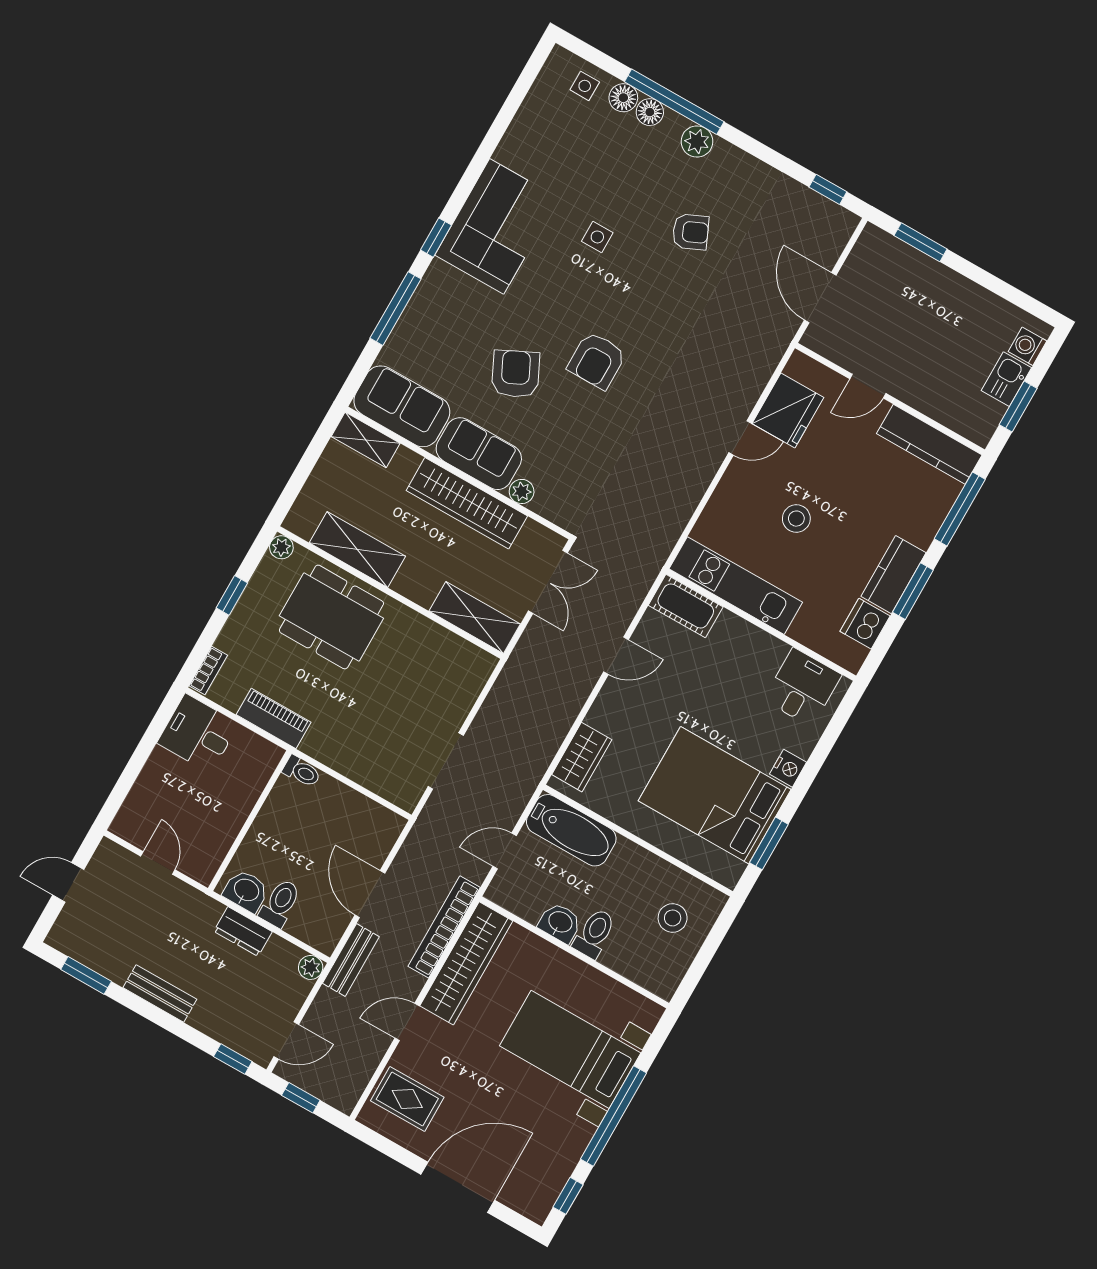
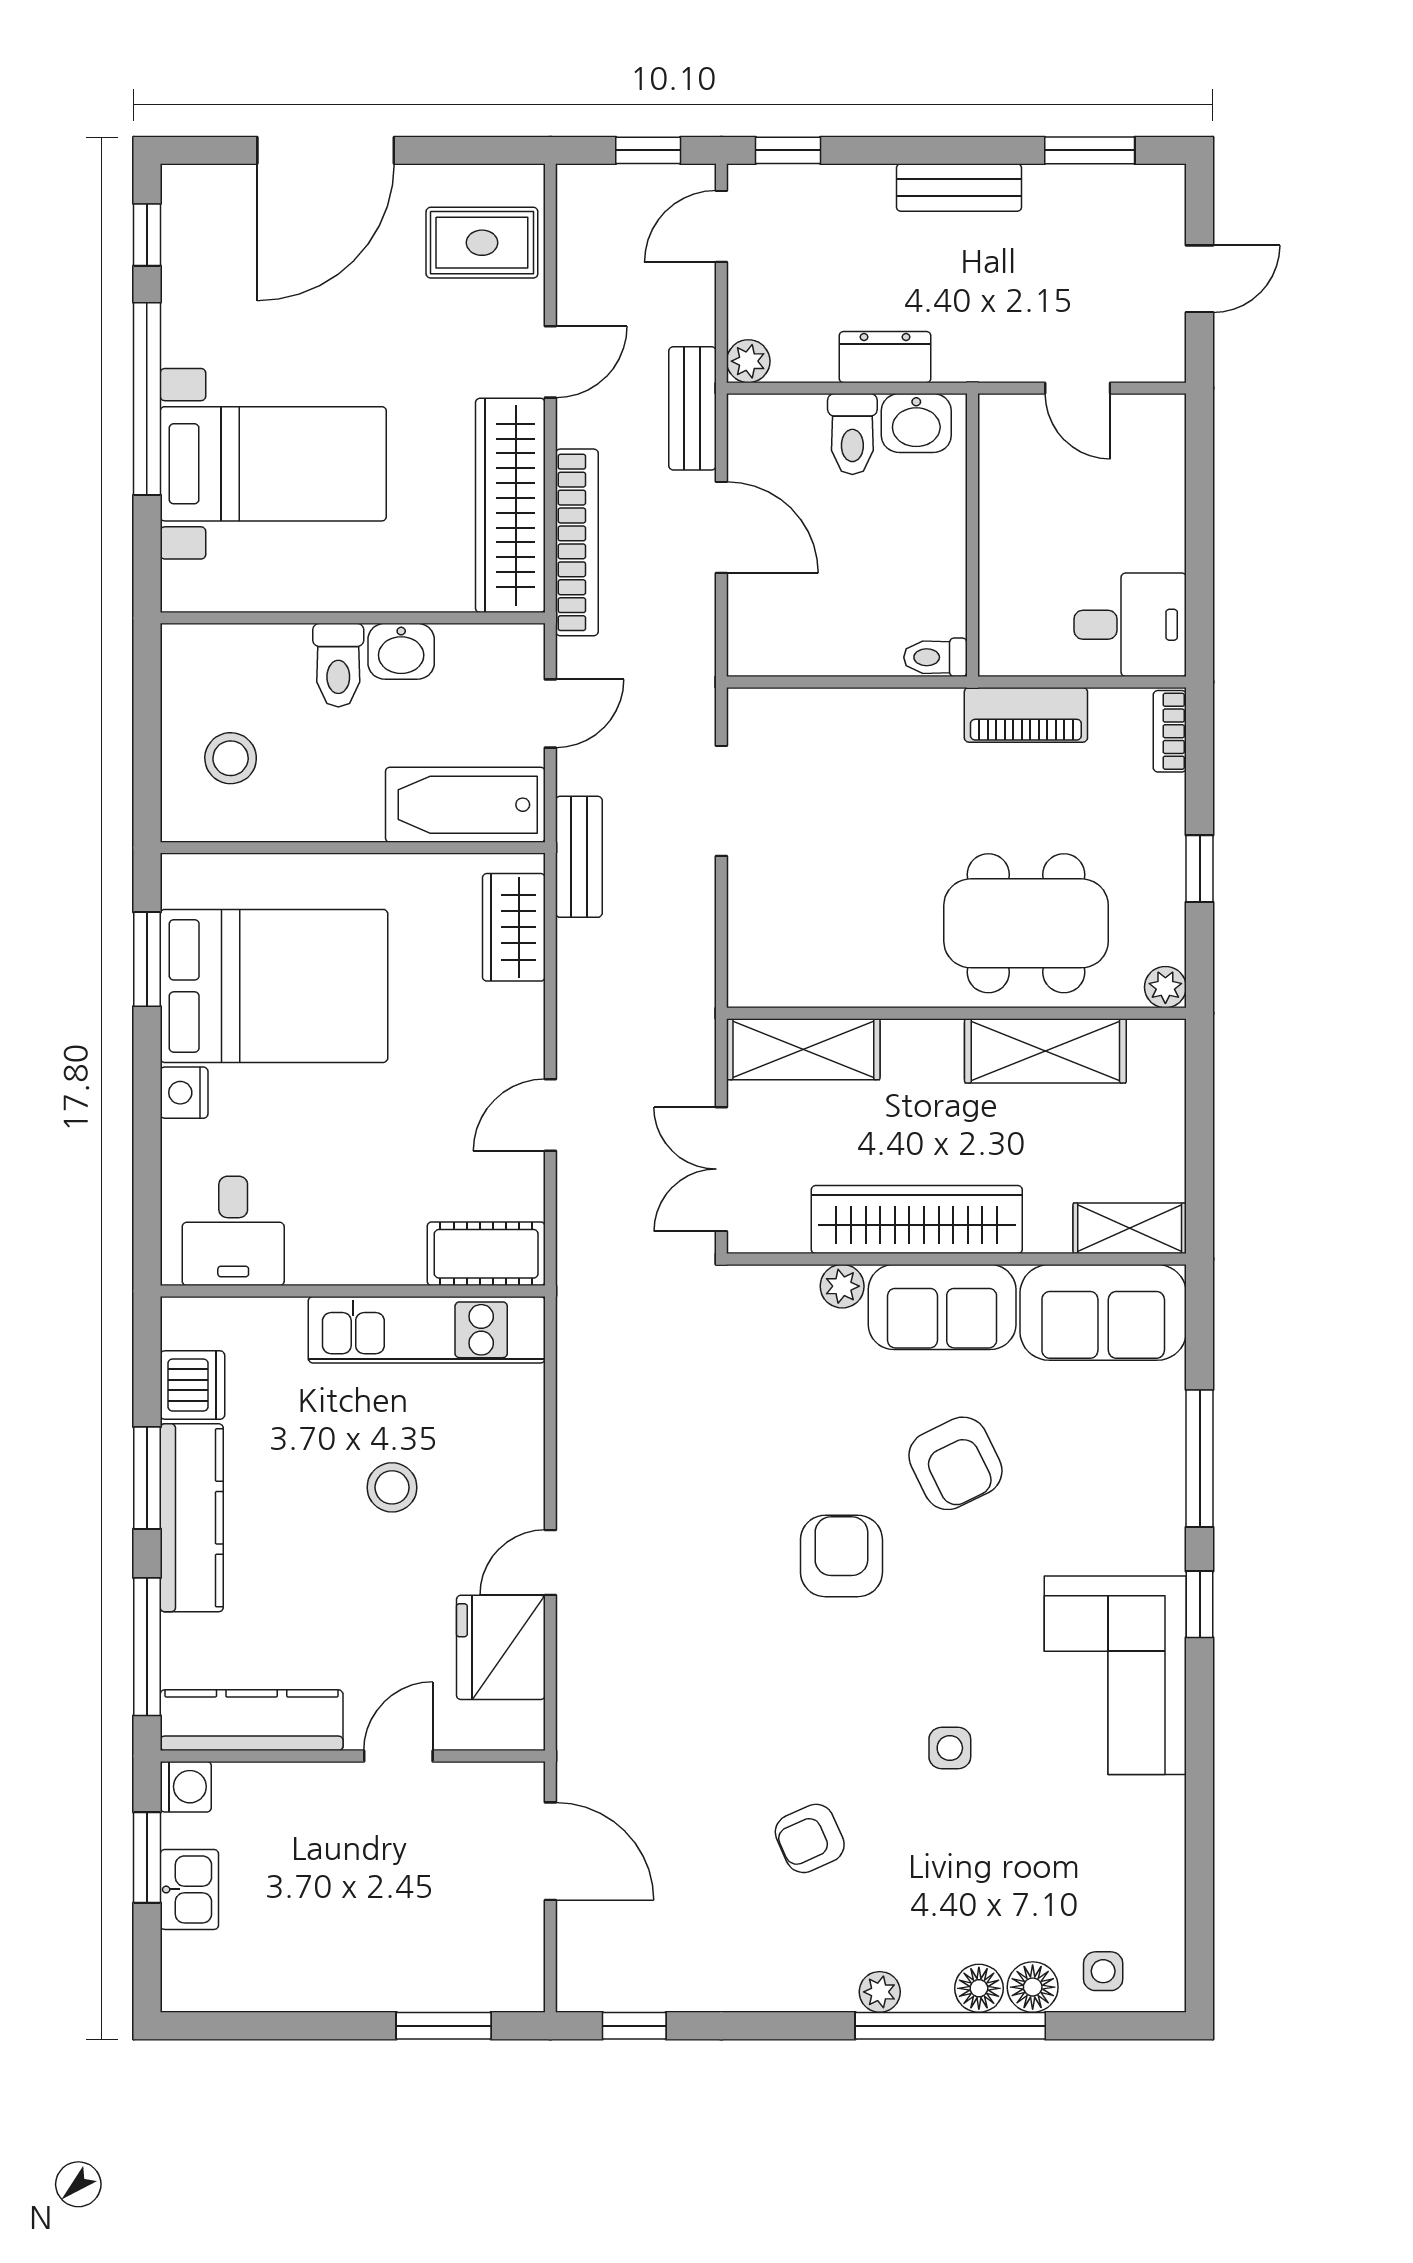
plant: (697, 142) -> (880, 1992), width x0.73, depth x0.73
washing machine: (1028, 346) -> (186, 1787), moved
kitchen counter: (893, 575) -> (192, 1518), width x1.50
bench: (530, 773) -> (579, 857), added

